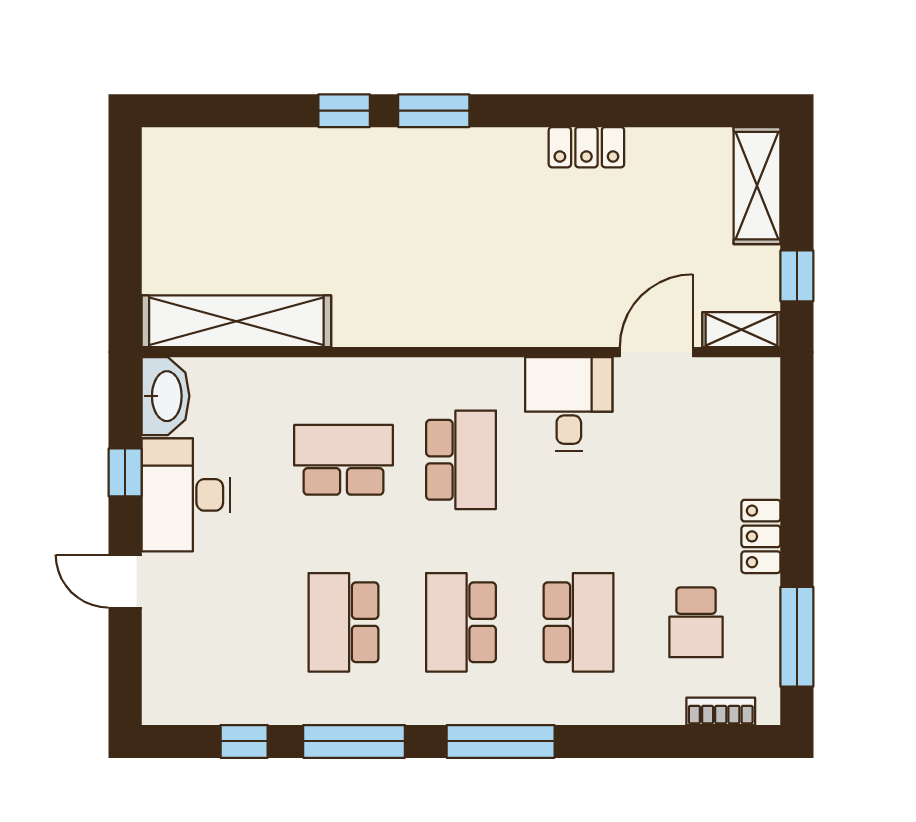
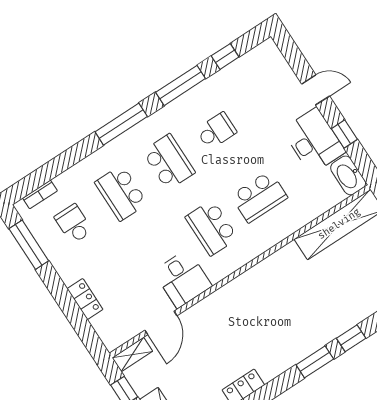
locker: (761, 536) -> (85, 299), moved
school desk: (344, 622) -> (216, 131), width x0.54

